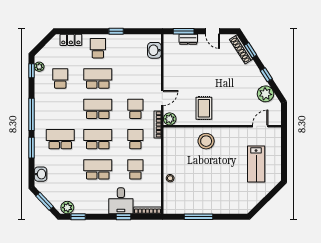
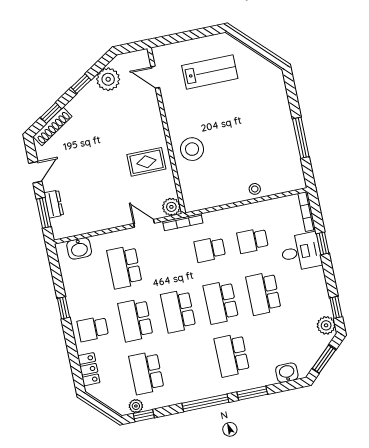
school desk: (60, 79) -> (146, 373), width x1.85
school desk: (135, 109) -> (124, 267), moved, width x1.85

